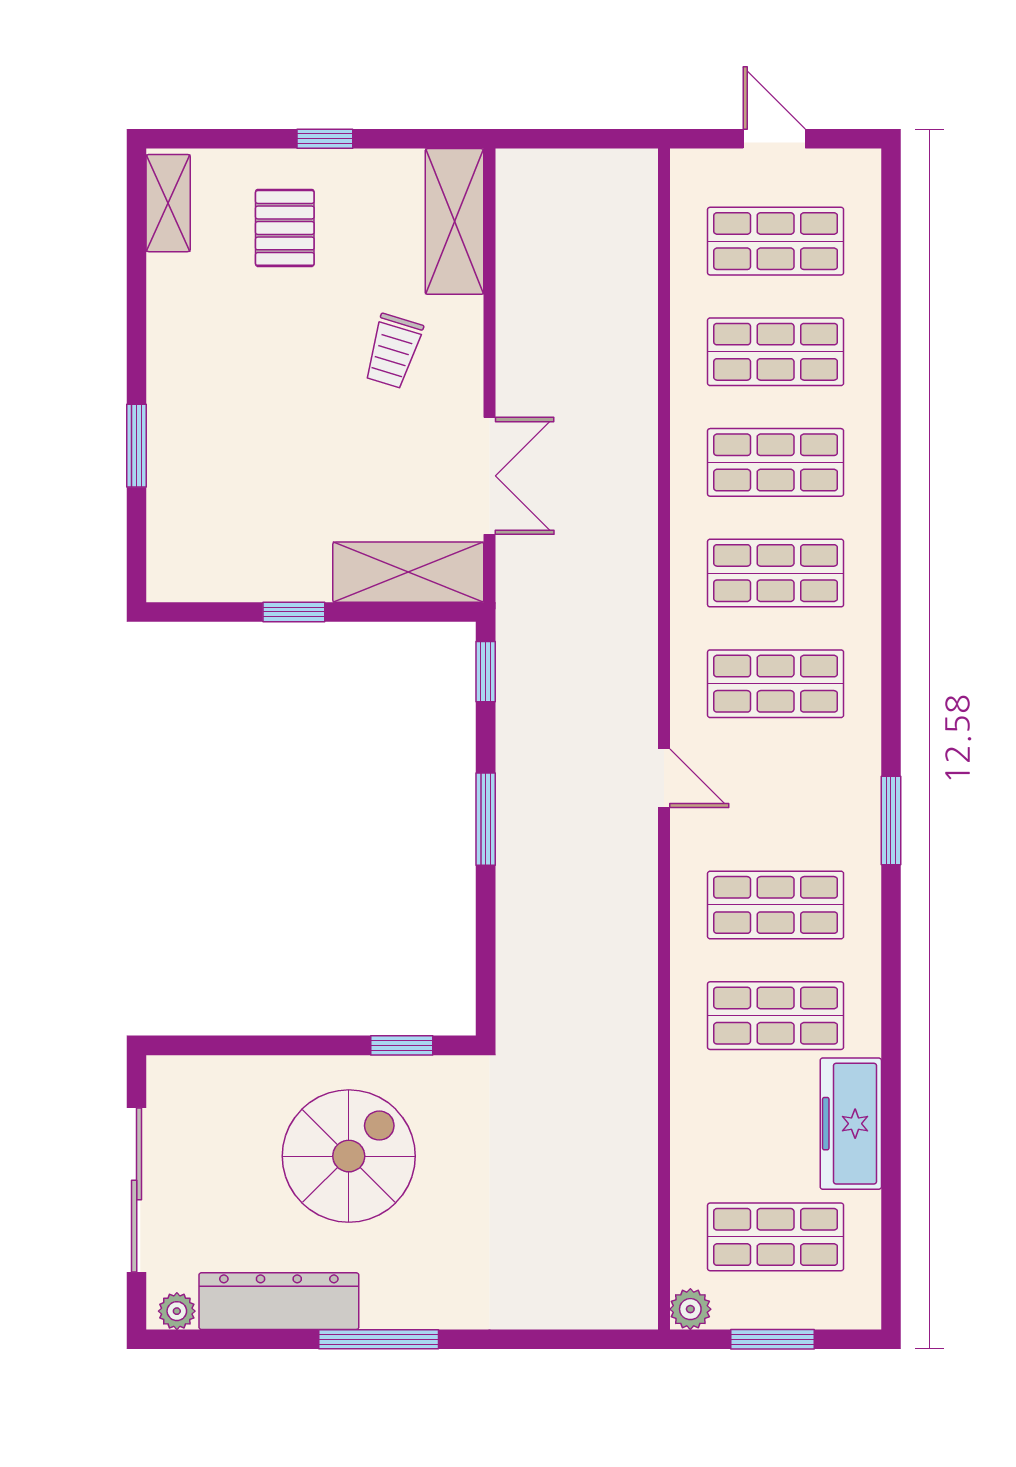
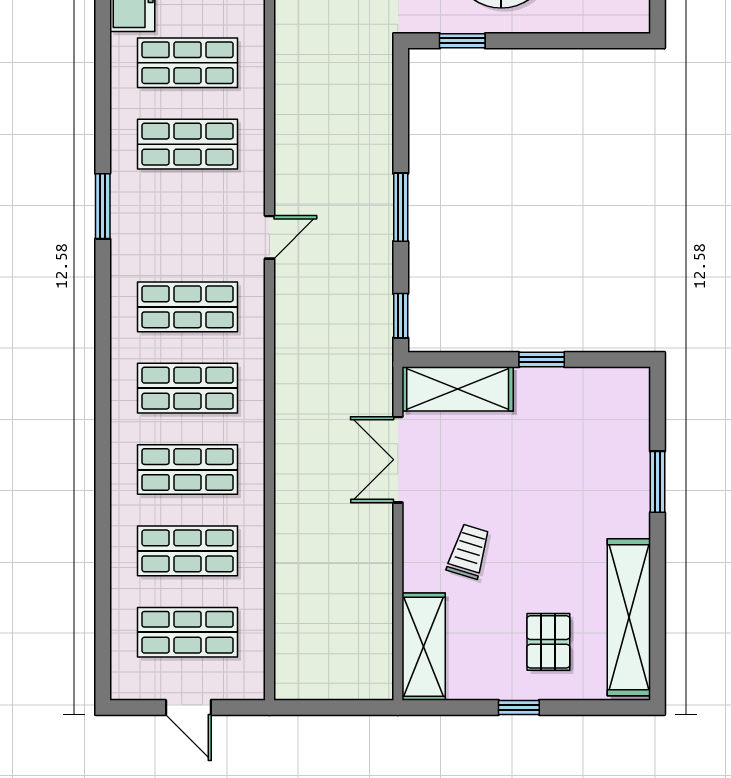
shelving: (168, 203) -> (629, 617), width x2.20, depth x1.33
door: (664, 778) -> (270, 237), swing flipped

